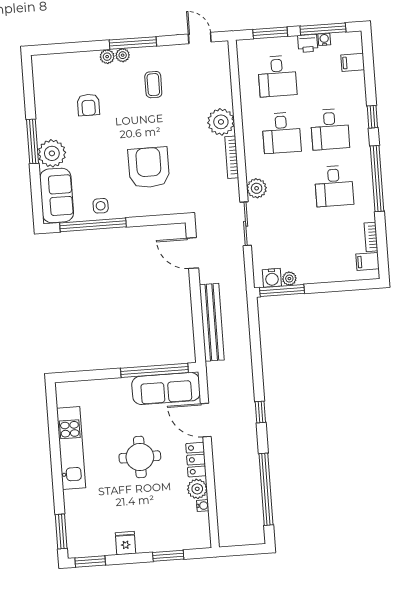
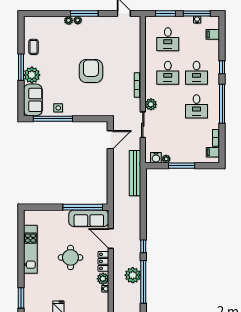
printer: (308, 43) -> (187, 21), removed
coffee table: (153, 85) -> (34, 47), moved
armchair: (88, 105) -> (55, 48), removed
plant: (221, 122) -> (133, 275), moved
armchair: (149, 168) -> (91, 71), moved
door: (193, 253) -> (110, 140), swing flipped
window: (282, 291) -> (182, 166), moved
bench: (212, 322) -> (135, 173), moved
window: (260, 412) -> (143, 246), moved

